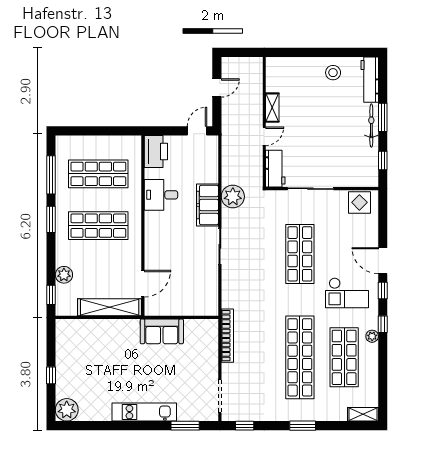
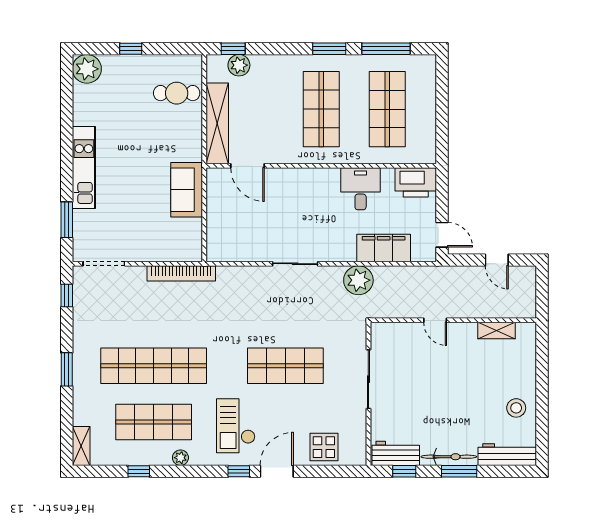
shelving: (272, 108) -> (496, 331), moved
workbench: (275, 169) -> (396, 453), moved, turned 180
display table: (359, 202) -> (324, 447), moved
filing cabinet: (207, 205) -> (384, 248), moved
plant: (64, 275) -> (239, 65), moved
window: (383, 324) -> (139, 471), moved
cafe table: (86, 339) -> (177, 93), added

